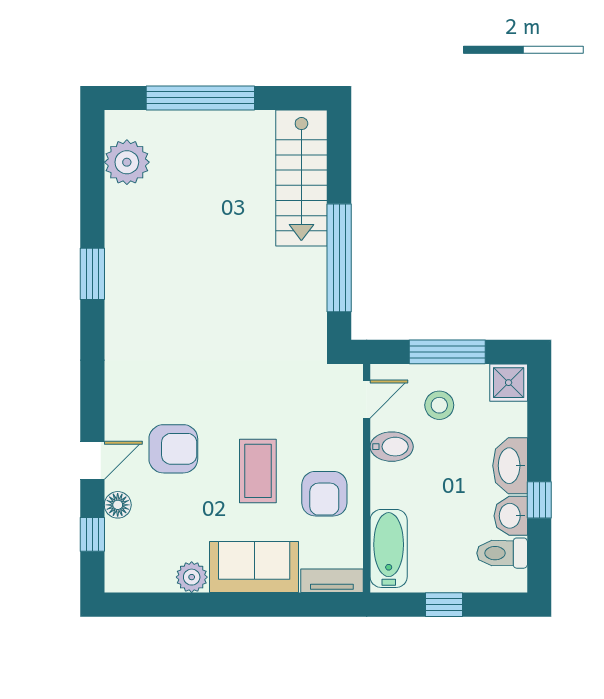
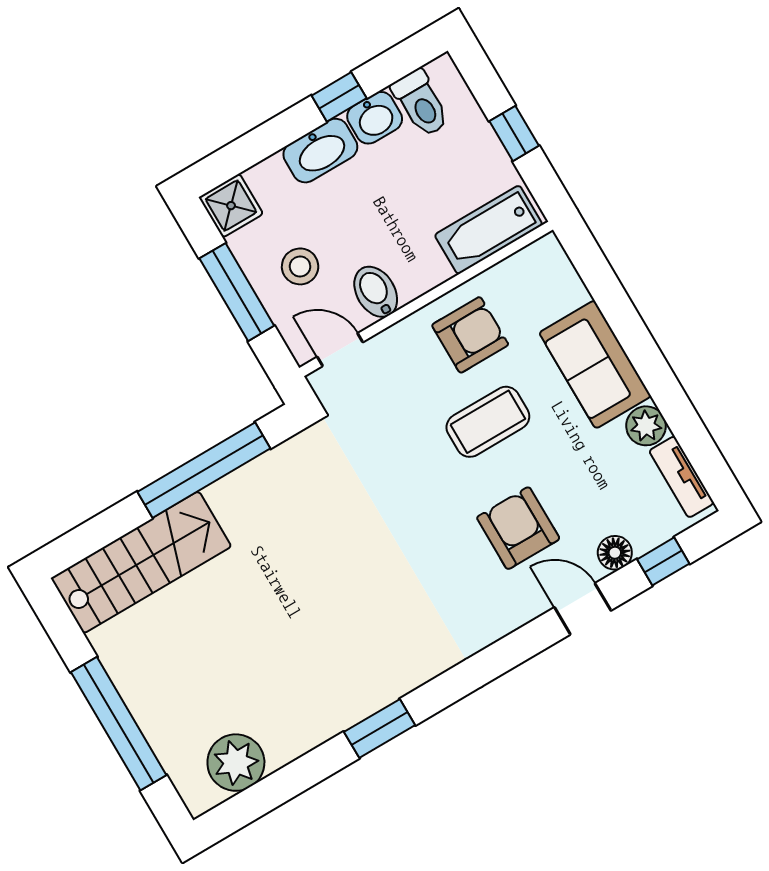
tv unit: (332, 581) -> (682, 477), moved

